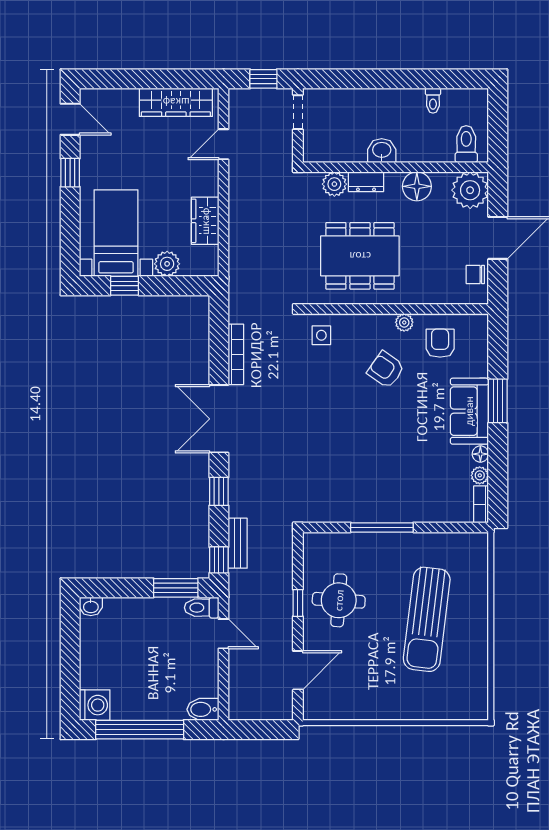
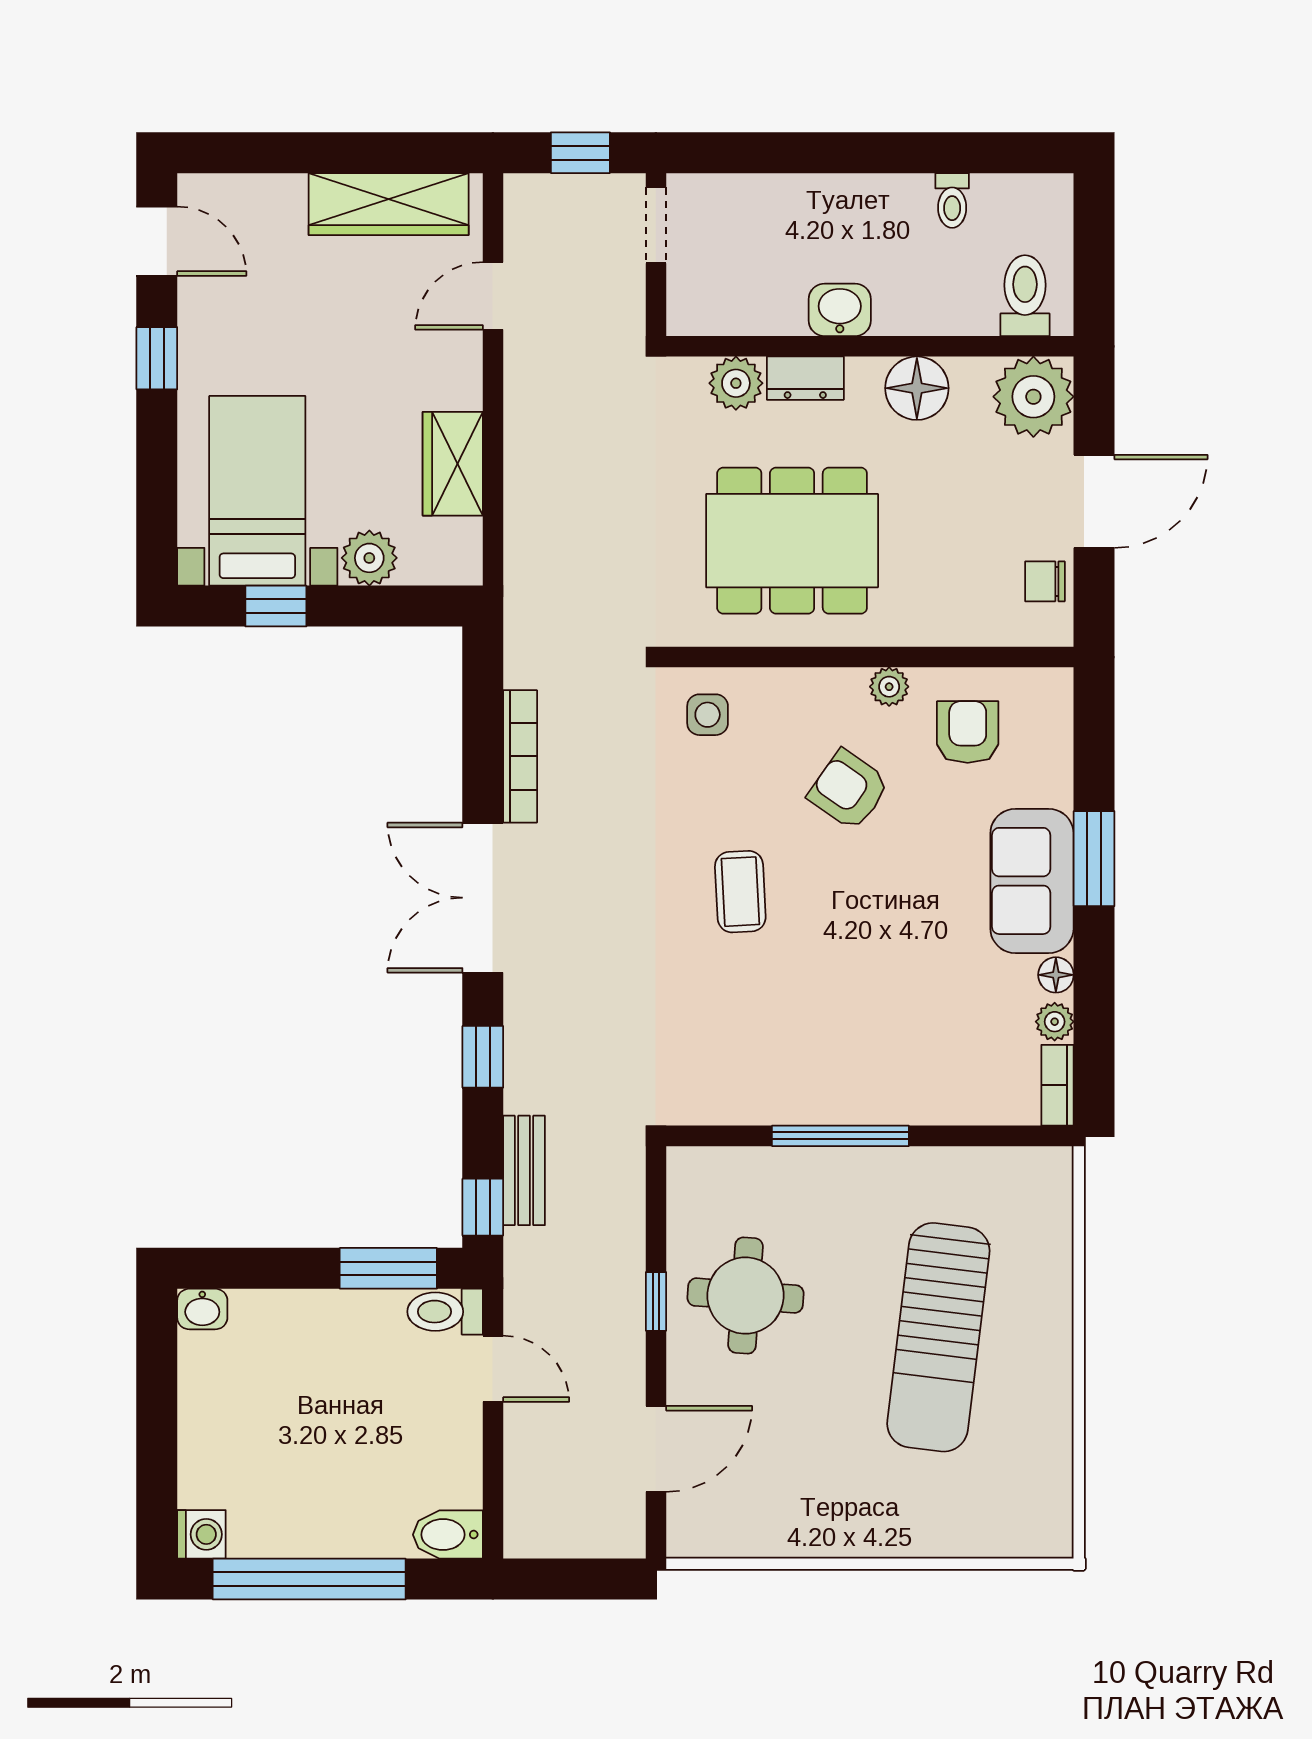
coffee table: (336, 416) -> (740, 892), added
washing machine: (95, 705) -> (201, 1534), width x0.73, depth x0.73

